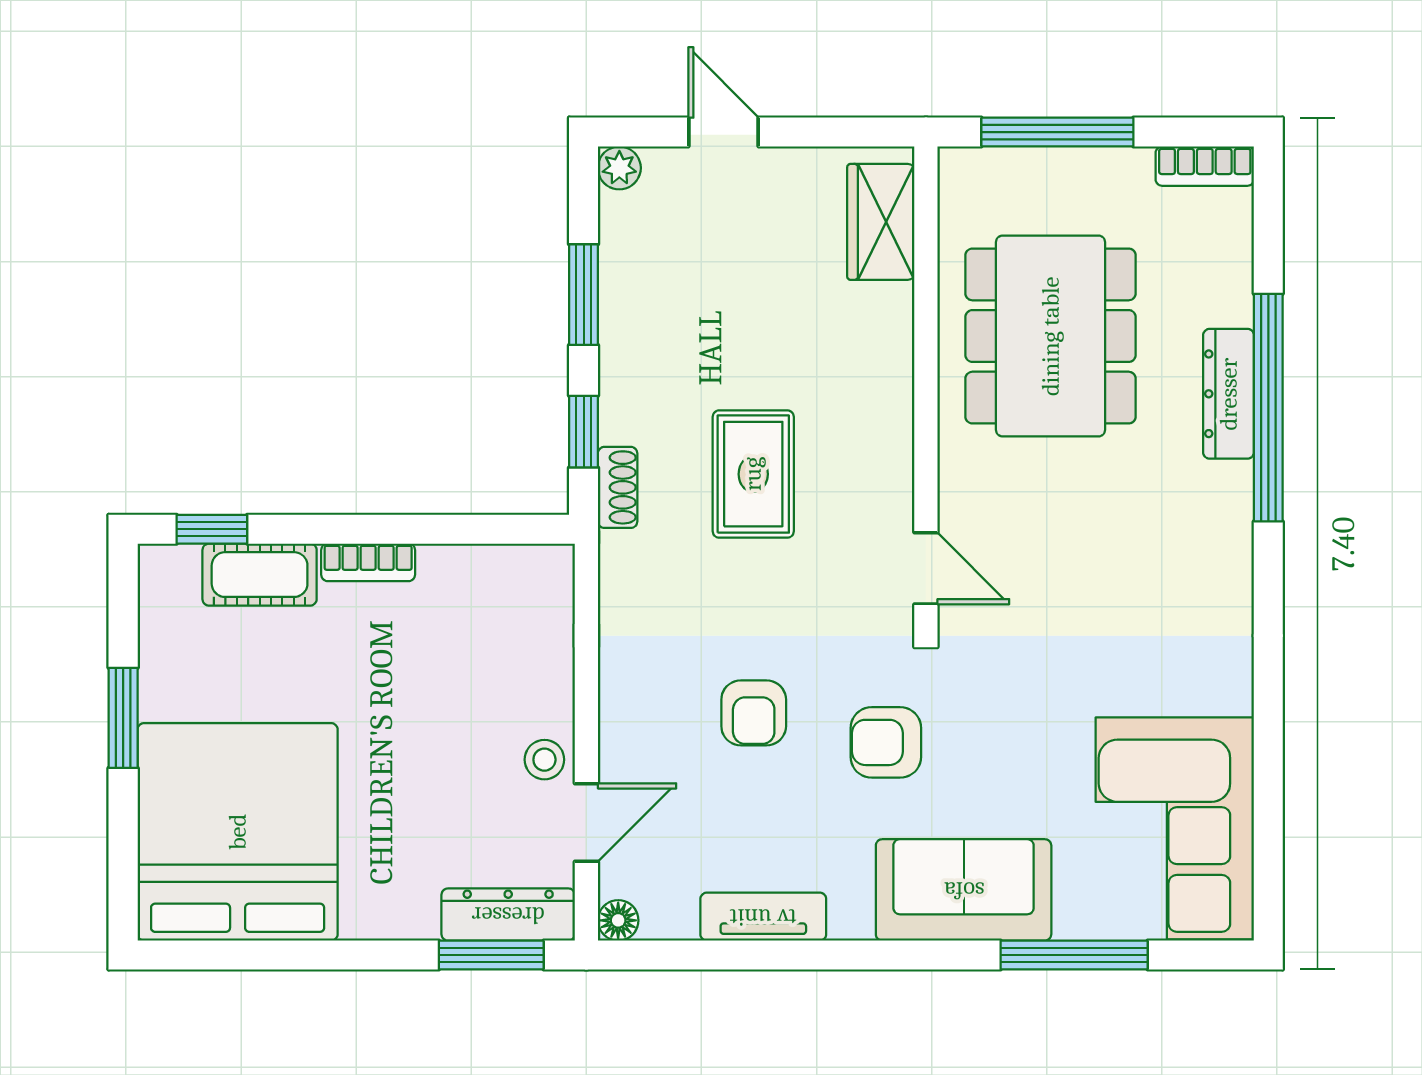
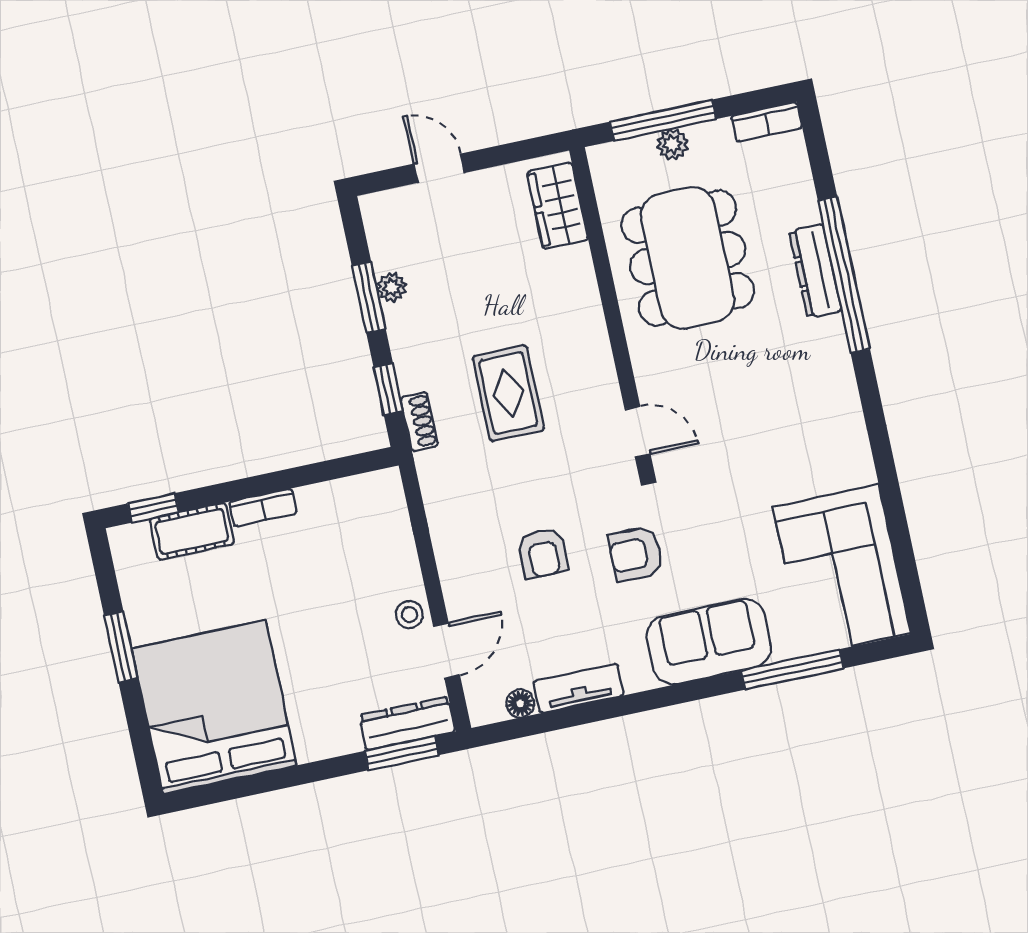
plant: (619, 168) -> (392, 287), moved
plant: (1064, 169) -> (673, 144), added
floor lamp: (618, 920) -> (520, 703), moved

